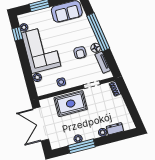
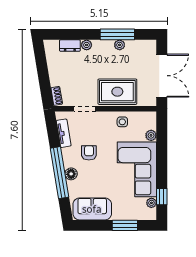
floor lamp: (96, 48) -> (71, 174), moved

